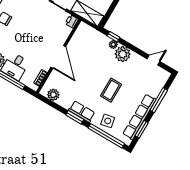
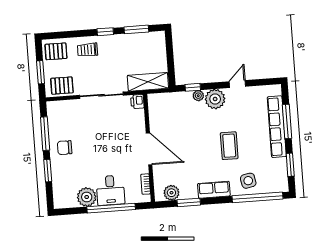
door: (153, 60) -> (237, 84), moved
window: (75, 117) -> (189, 202), moved
row of seats: (139, 117) -> (277, 127), moved

